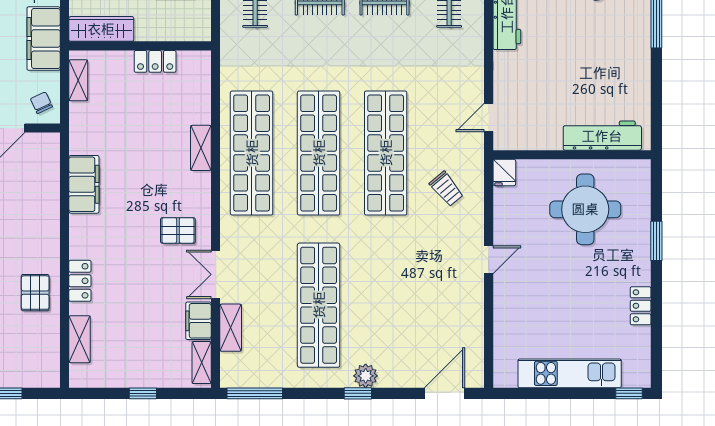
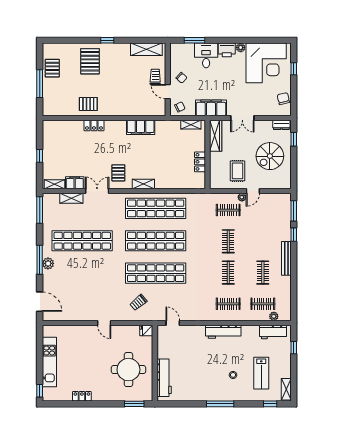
shelving: (201, 148) -> (143, 184), moved
window: (656, 241) -> (134, 404), moved
shelving: (80, 339) -> (66, 125), removed
window: (358, 393) -> (40, 260), width x2.17

